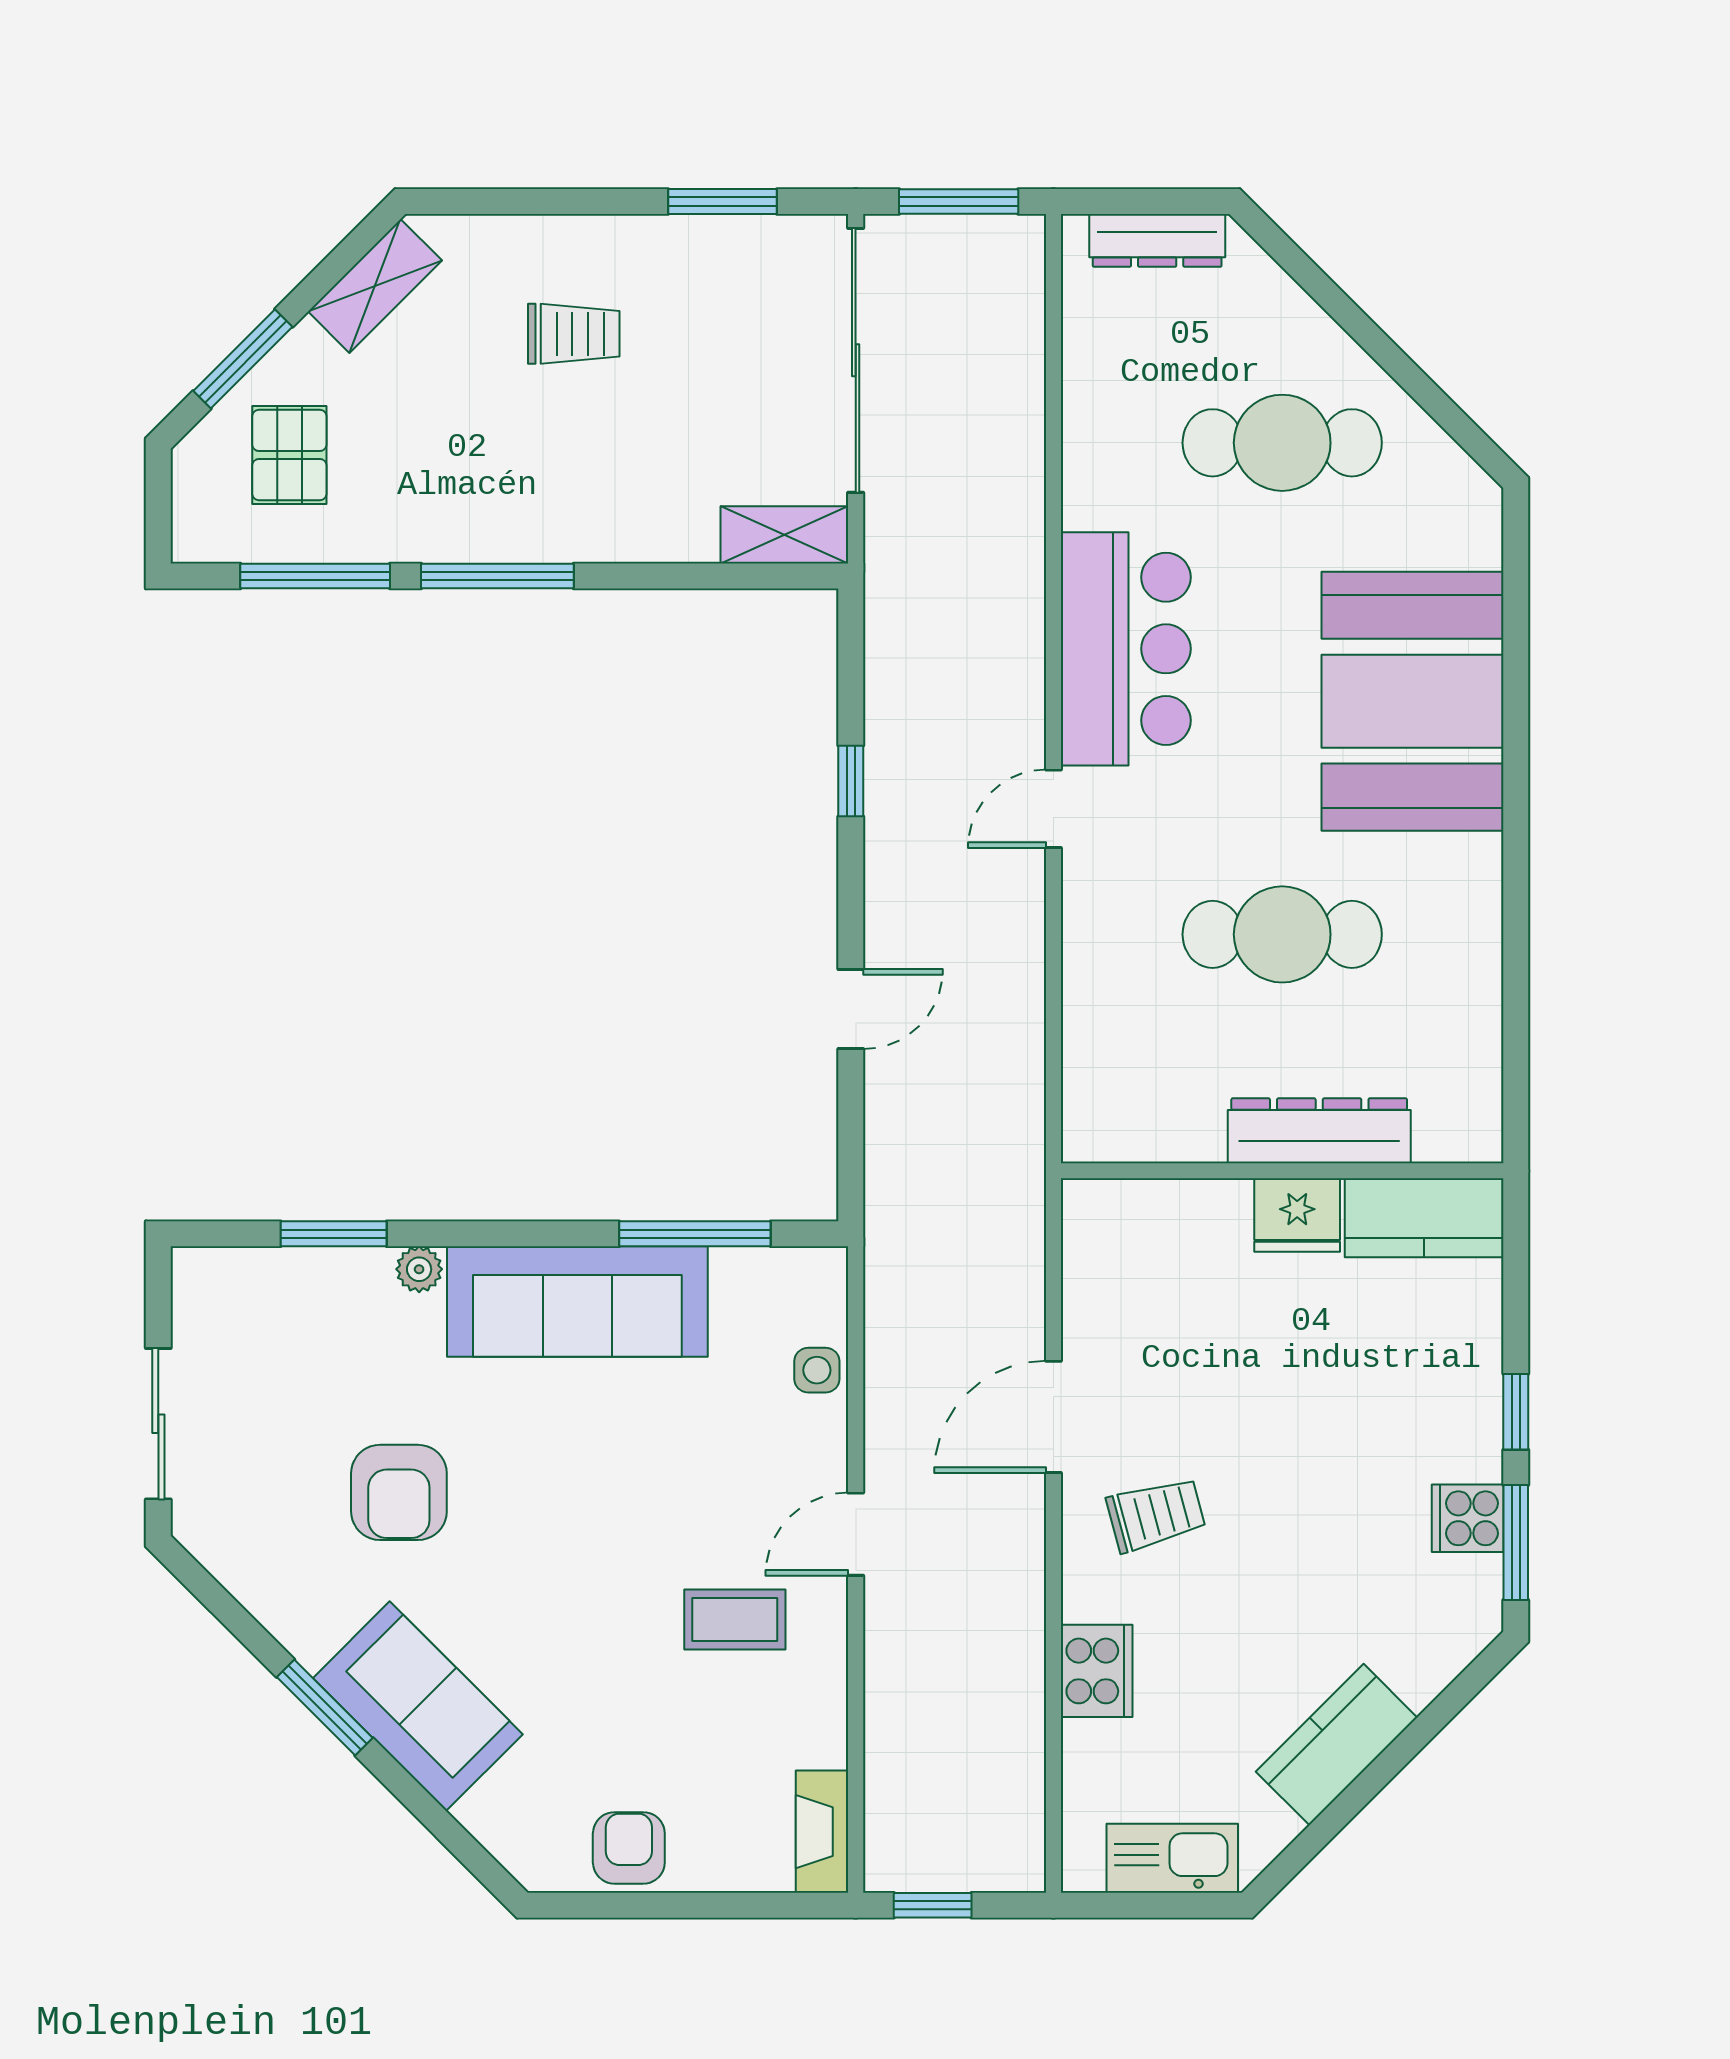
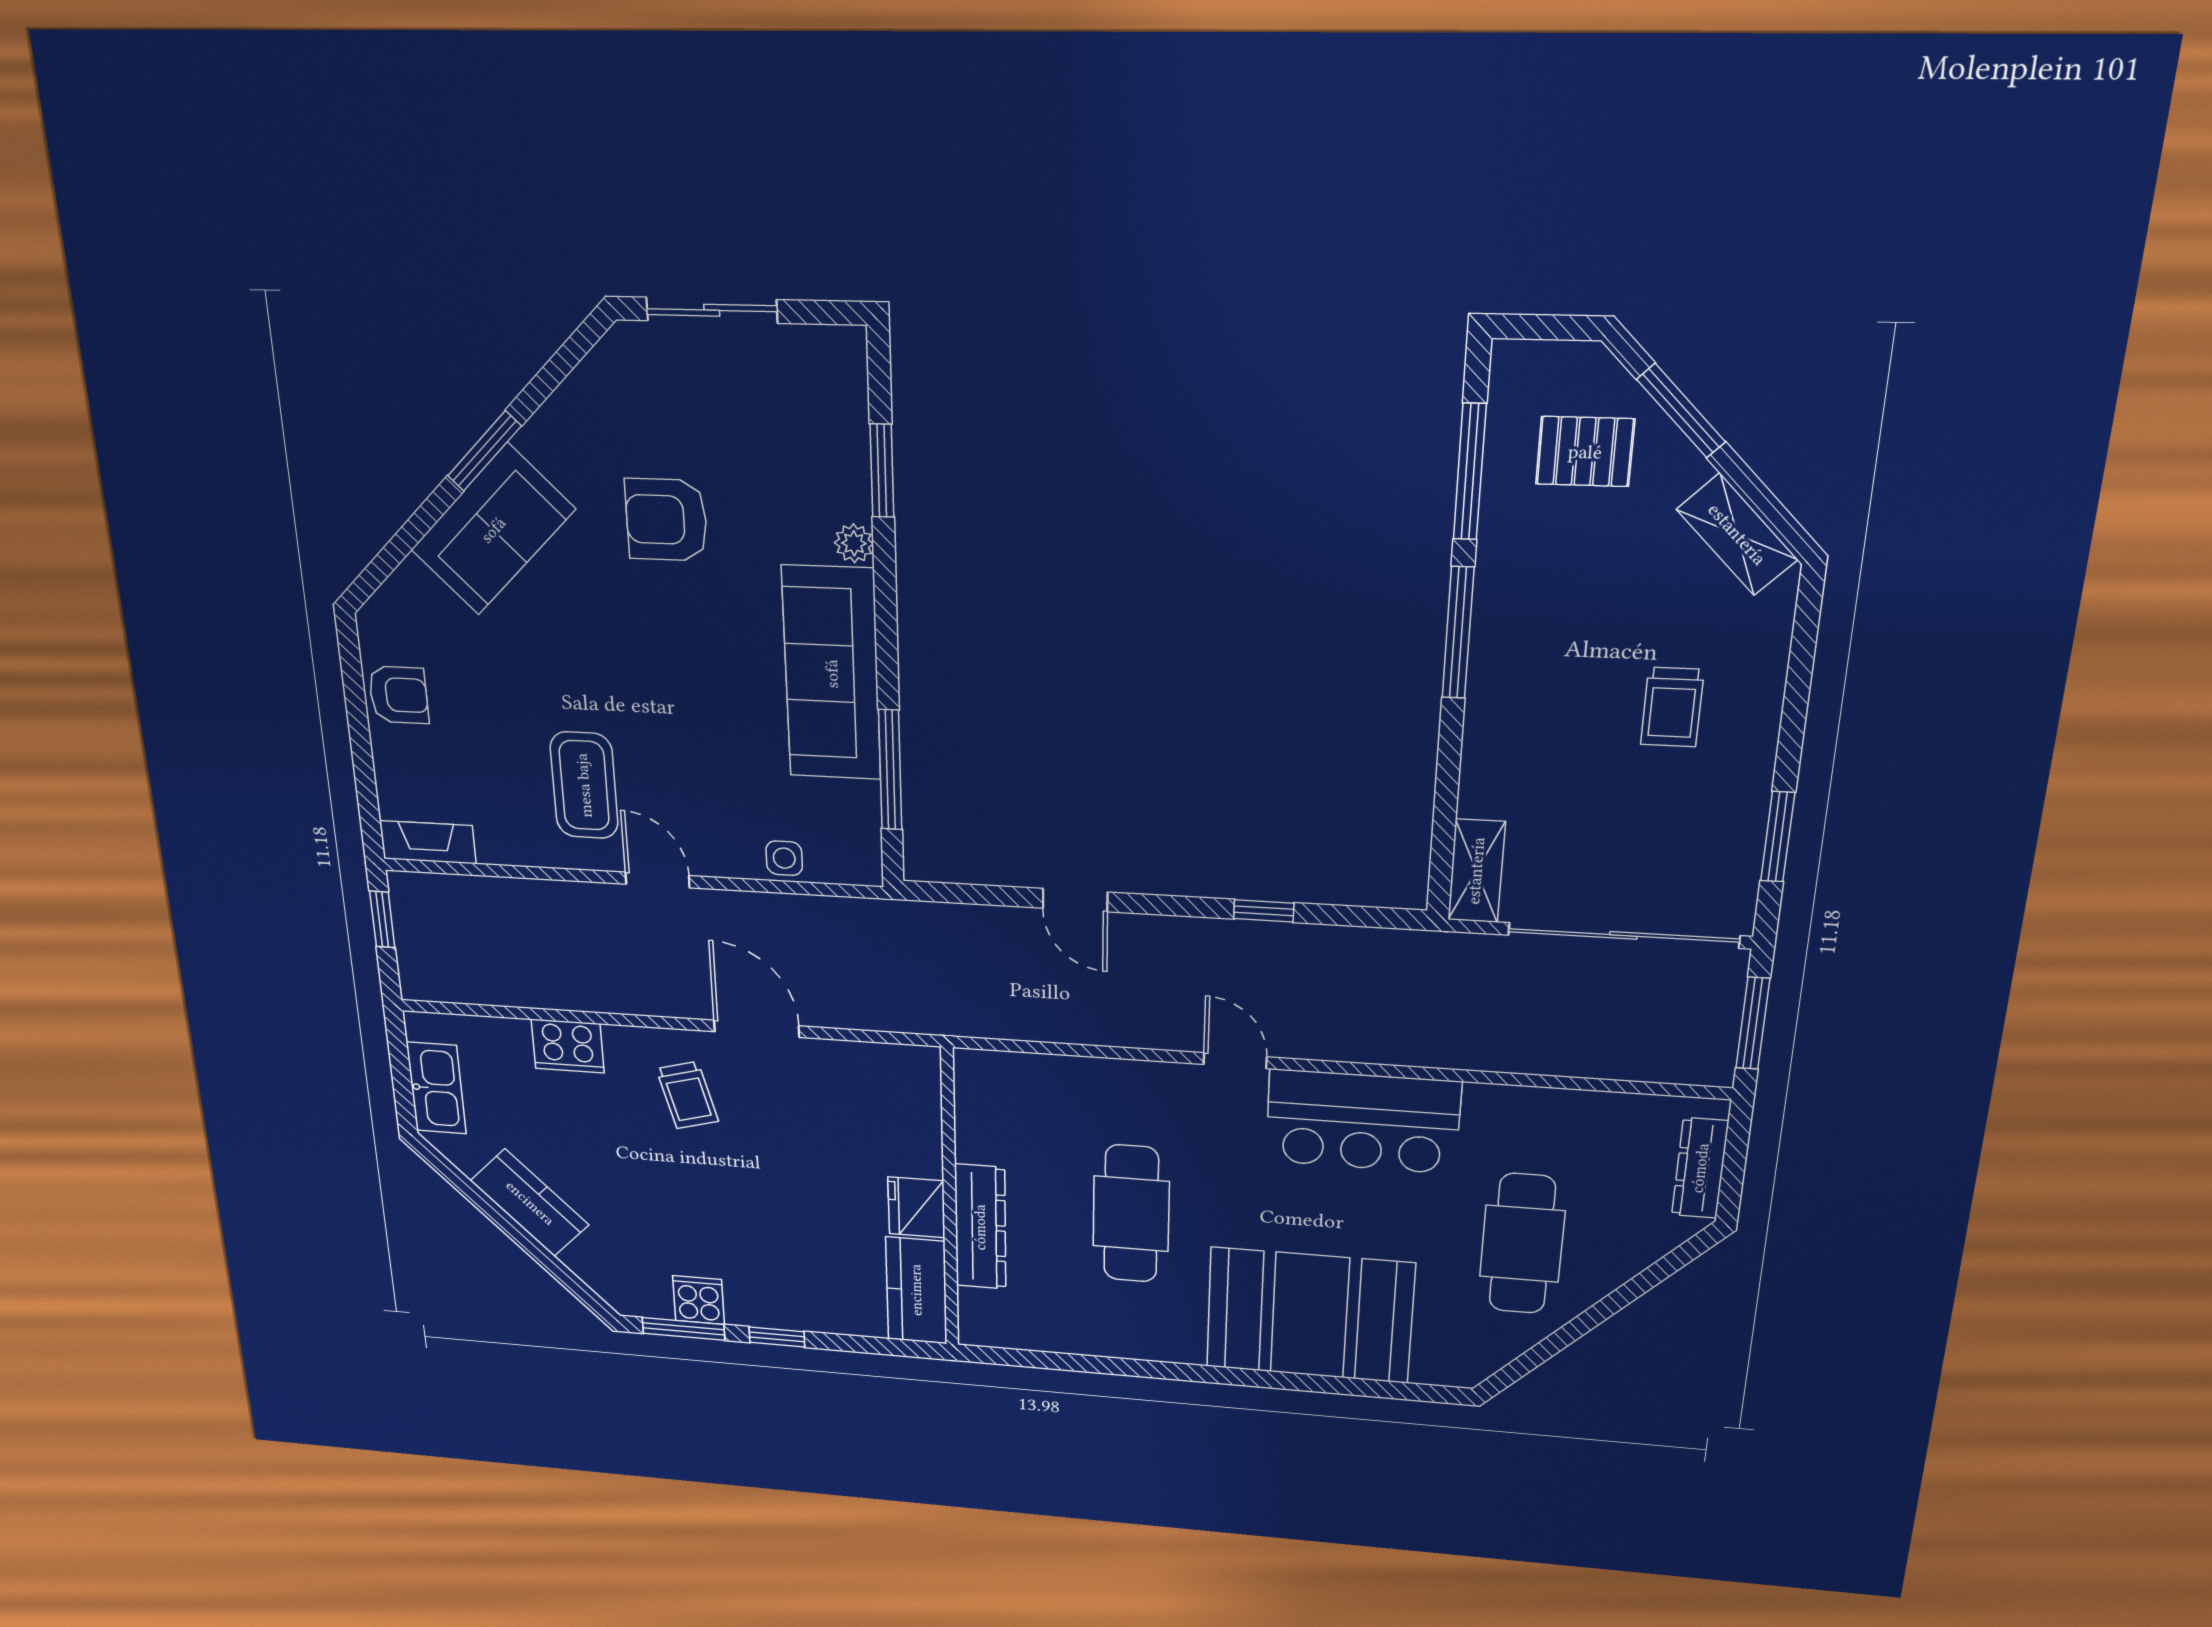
coffee table: (735, 1619) -> (584, 785), width x1.36, depth x1.30

